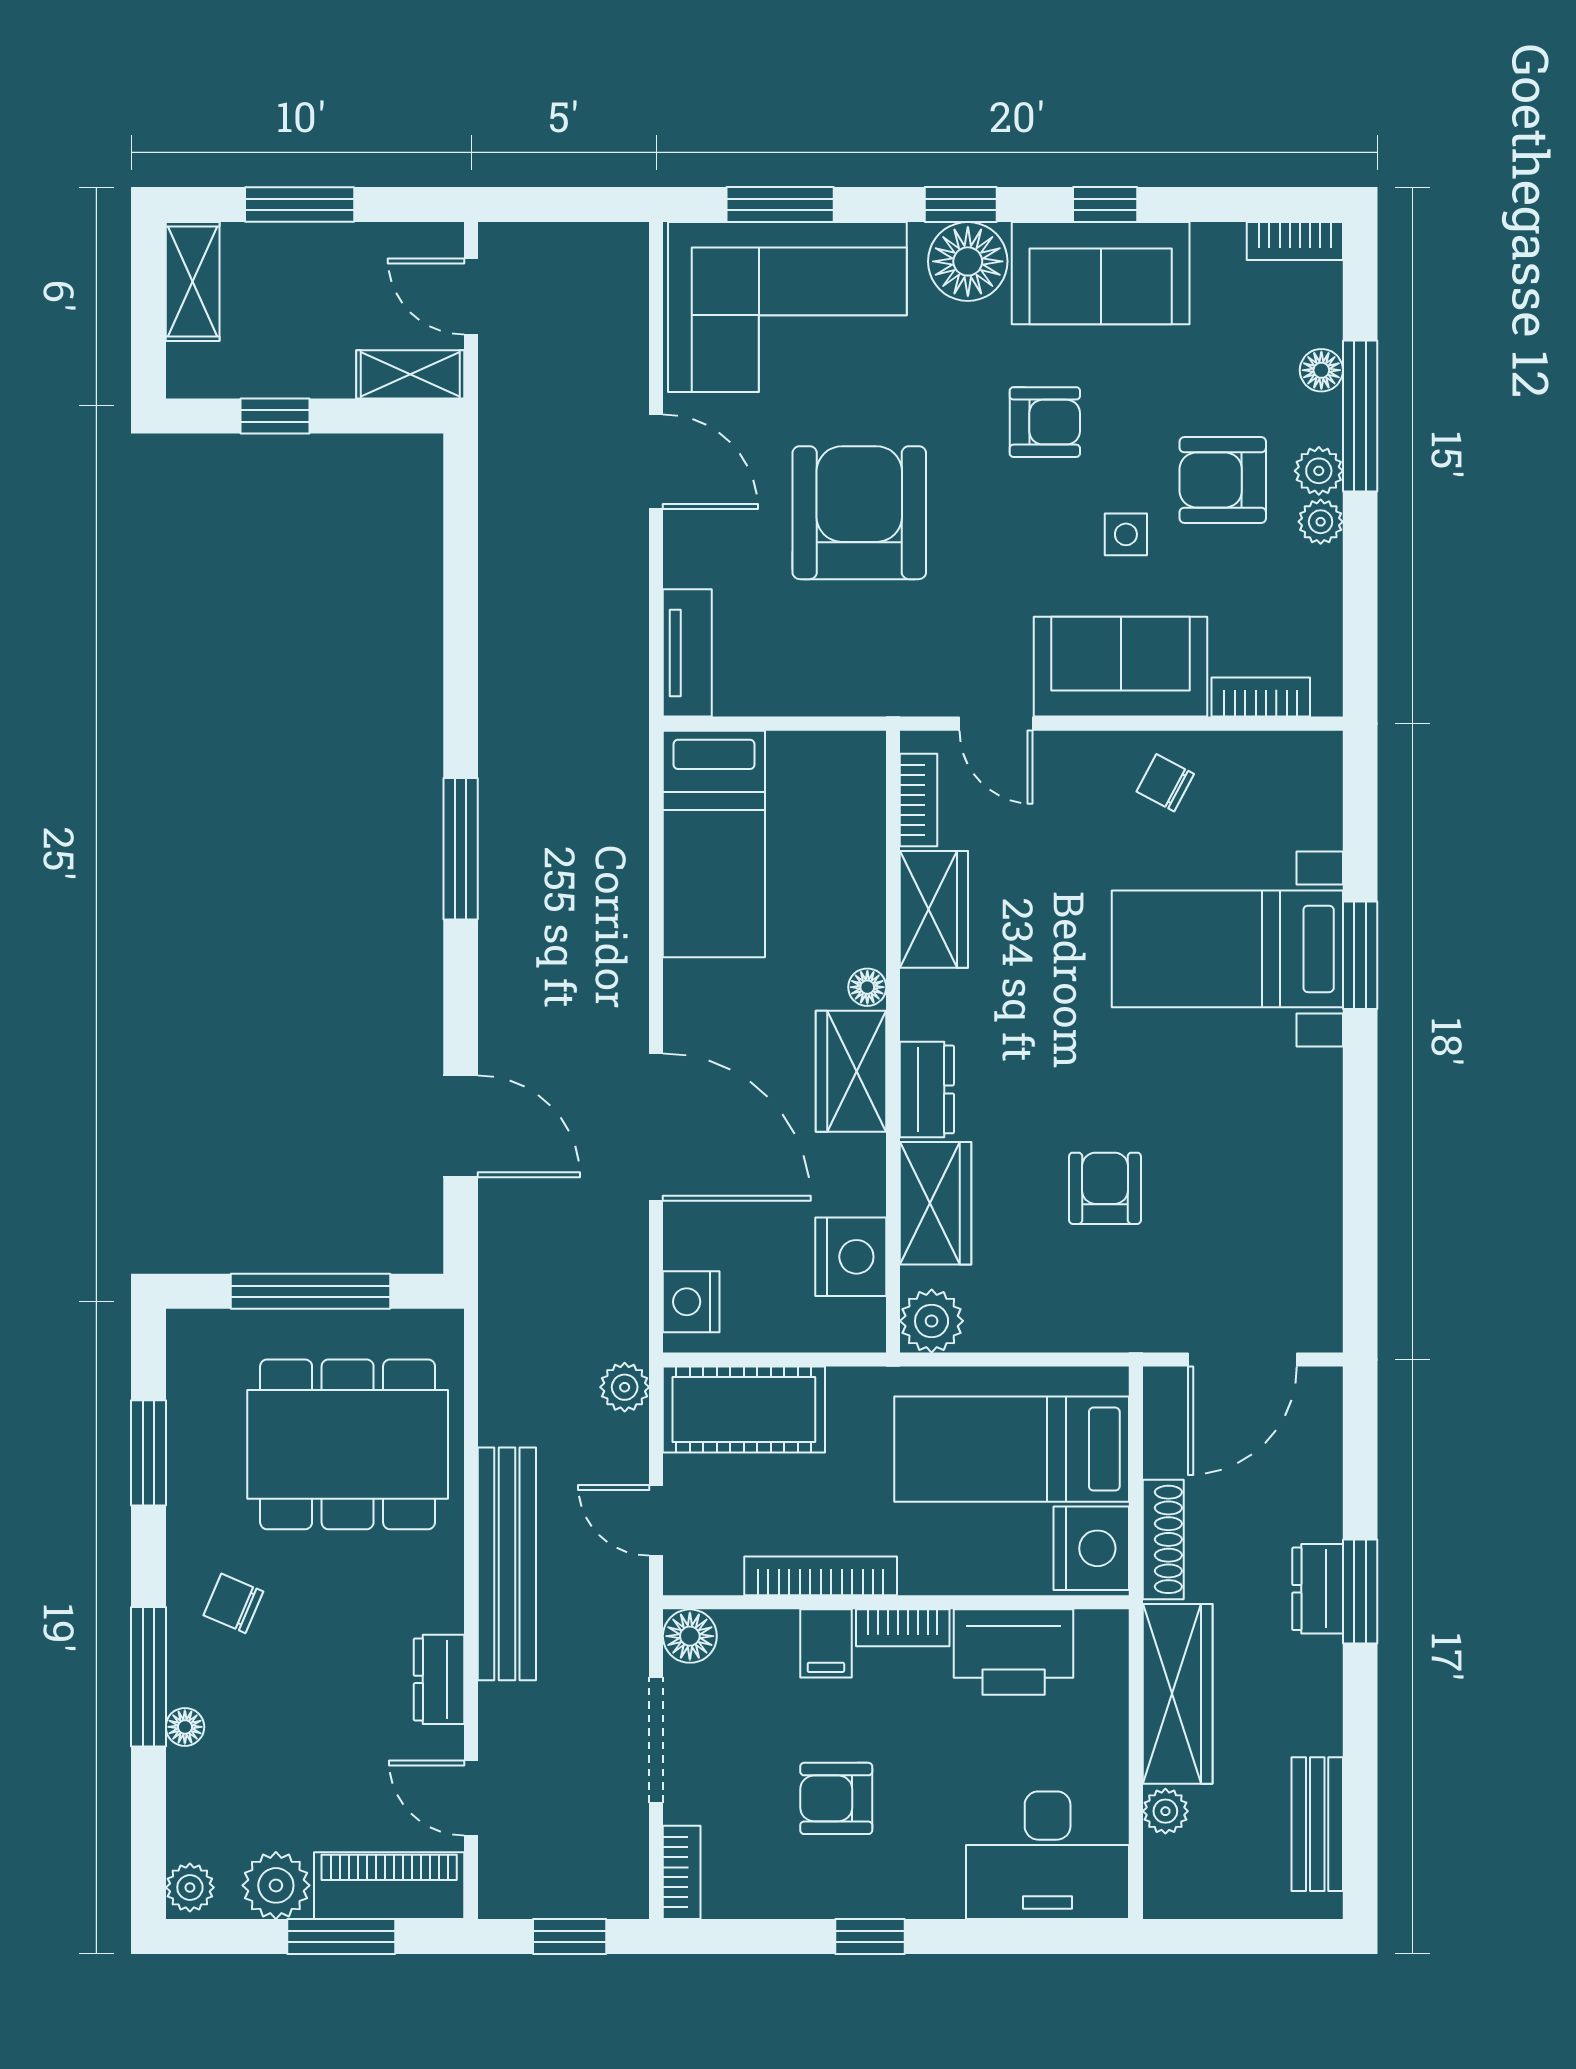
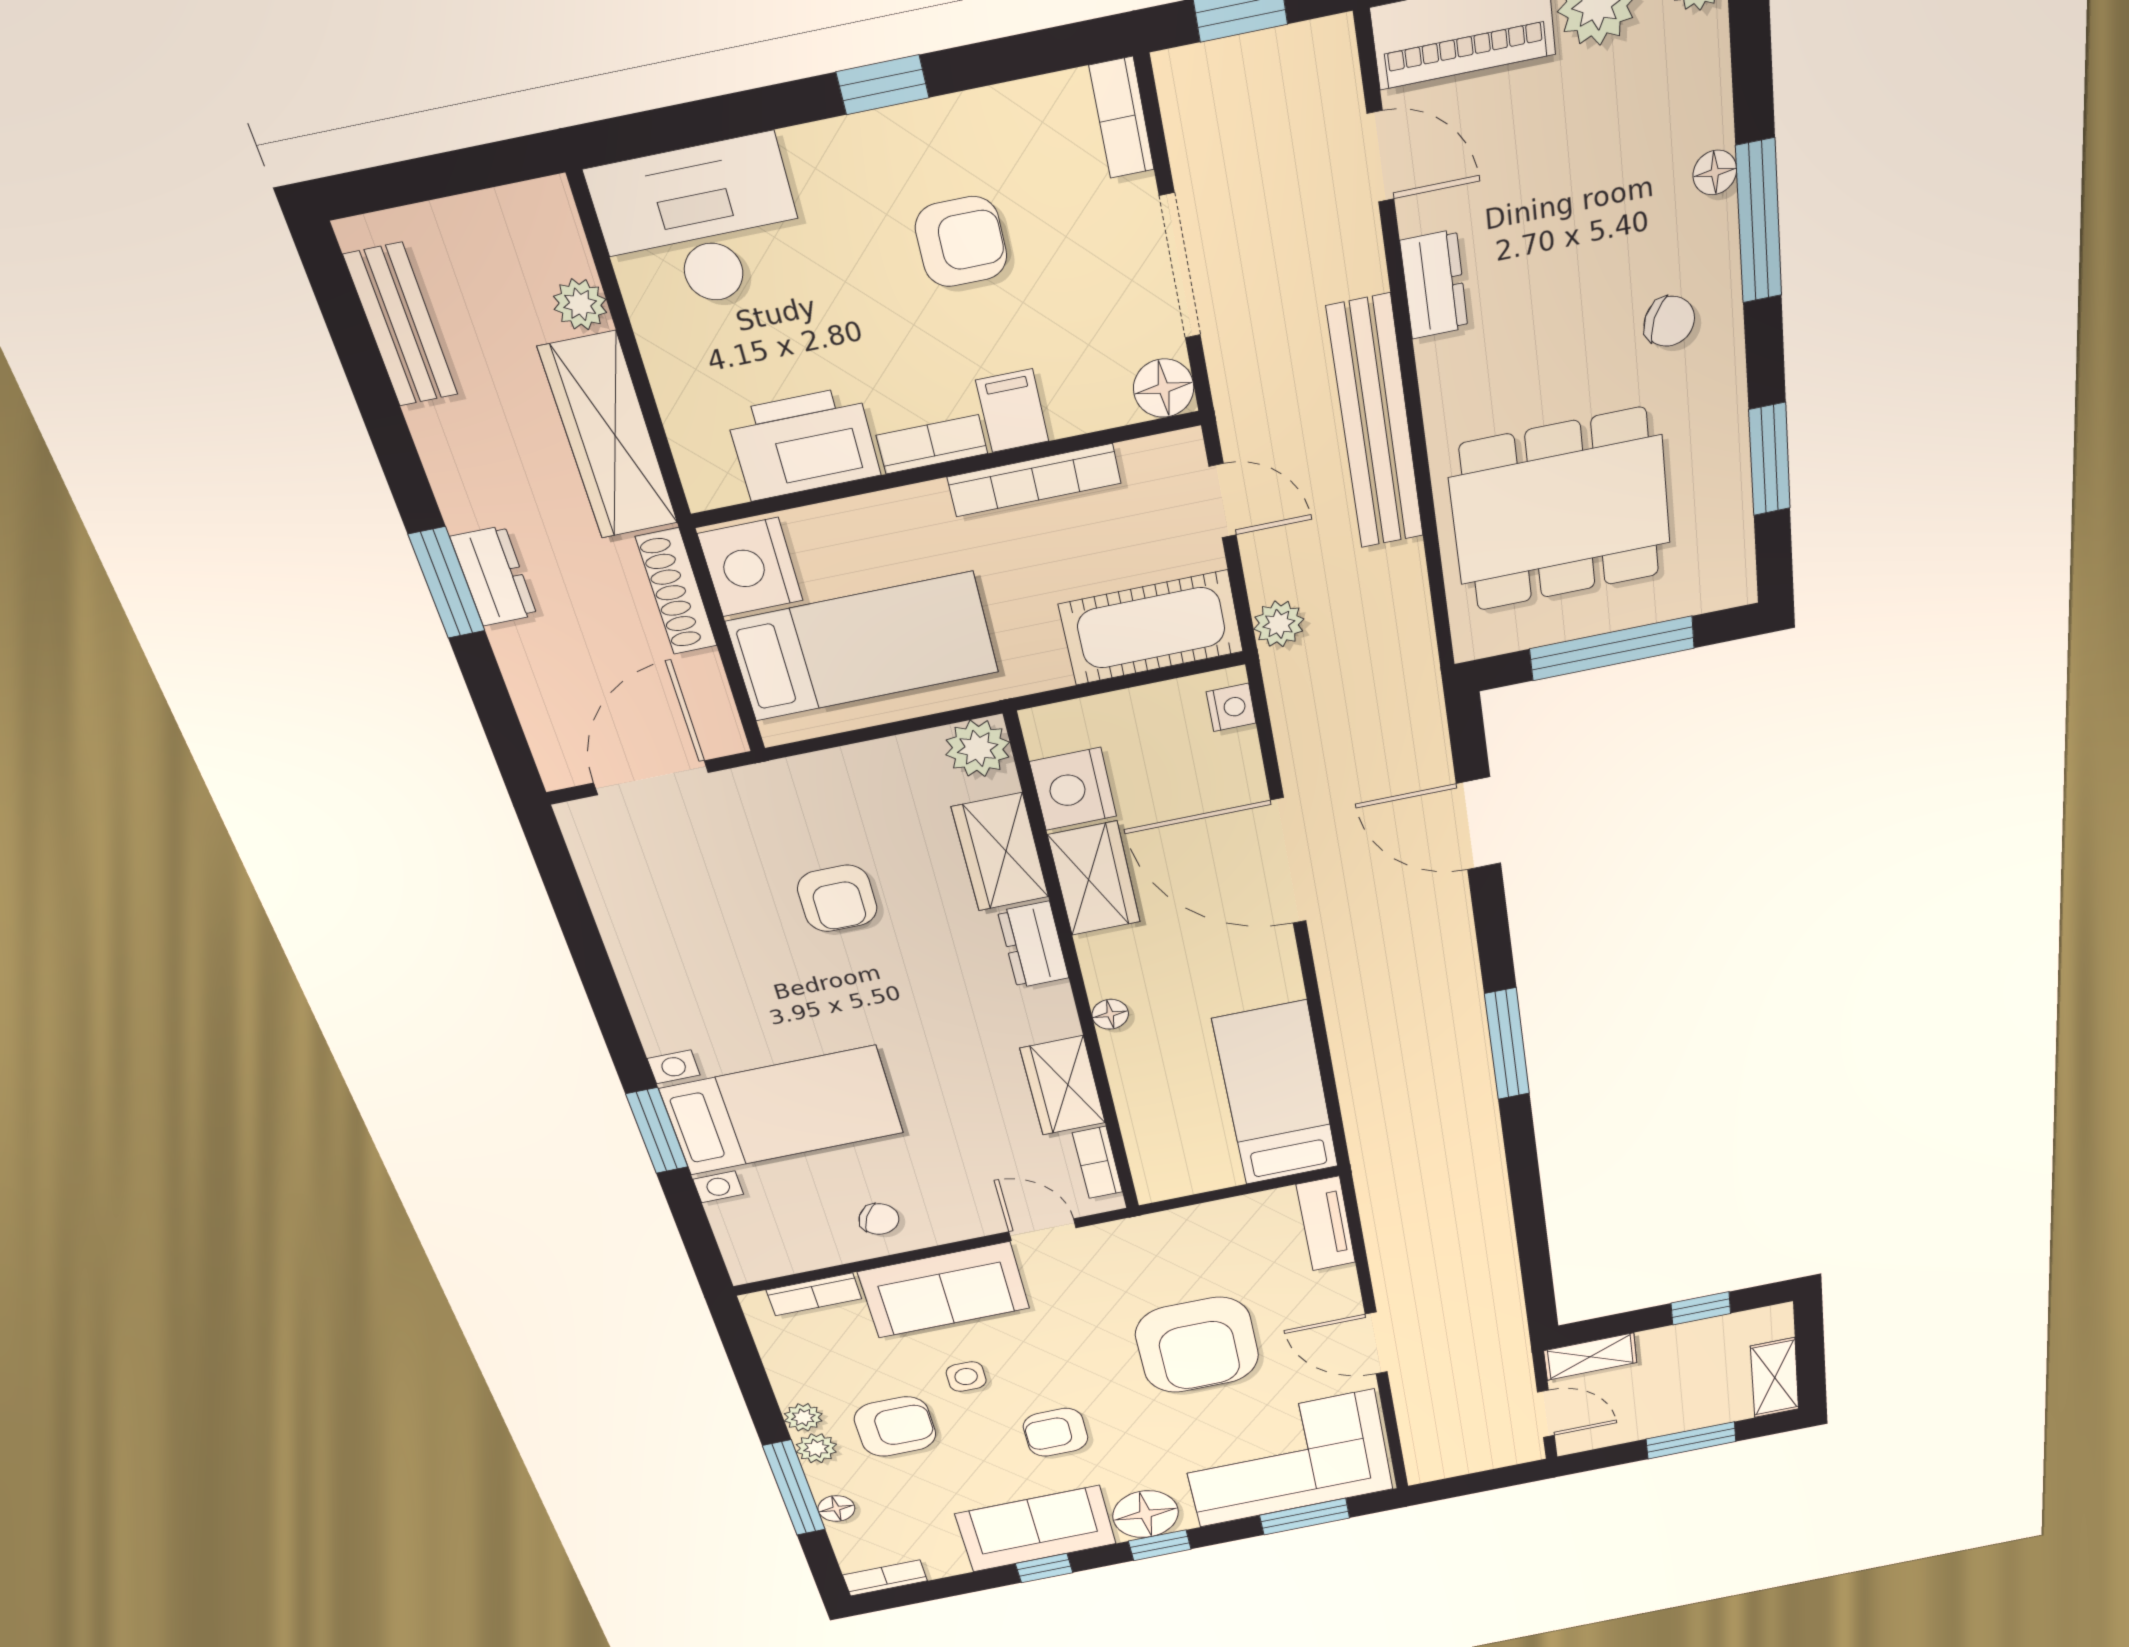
wardrobe: (851, 1071) -> (1094, 879), moved
nightstand: (691, 1302) -> (1231, 707), width x0.72, depth x0.74

